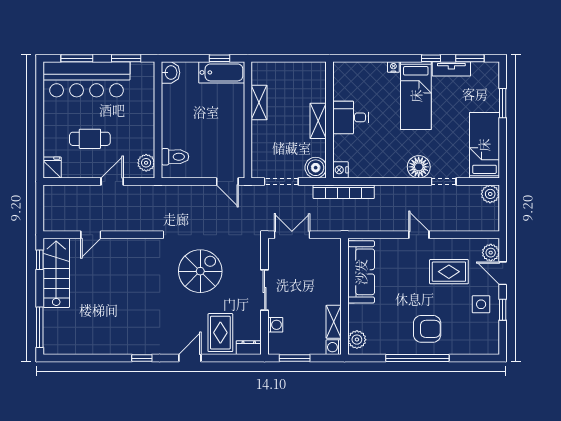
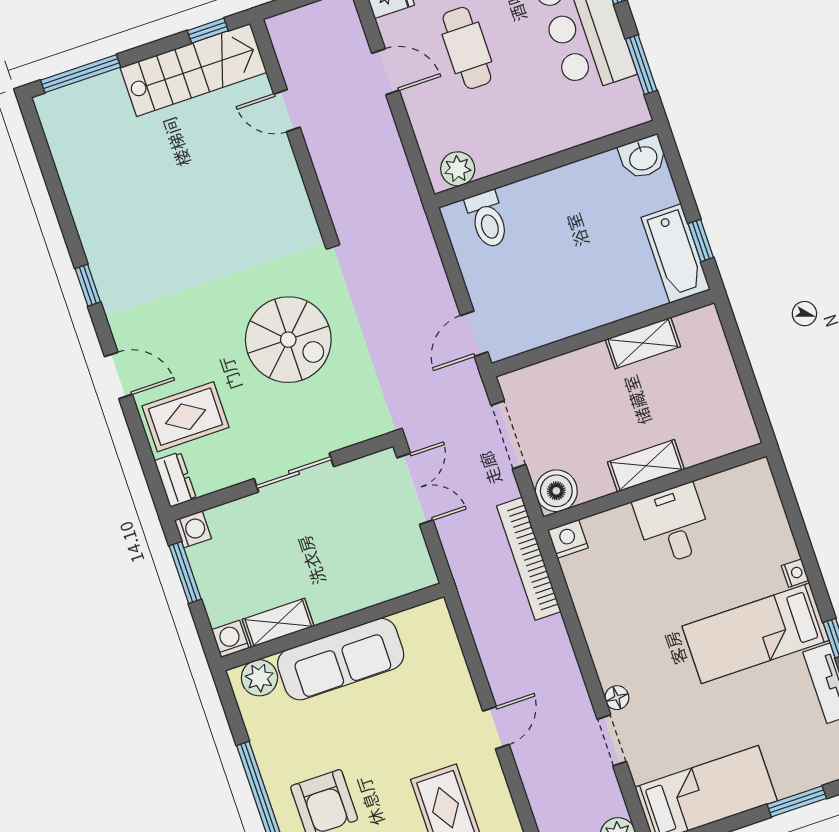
floor lamp: (419, 167) -> (617, 698), width x0.53, depth x0.53
door: (112, 182) -> (385, 72), moved
sofa: (361, 272) -> (341, 659), moved
washing machine: (275, 325) -> (193, 529), moved, turned -90

